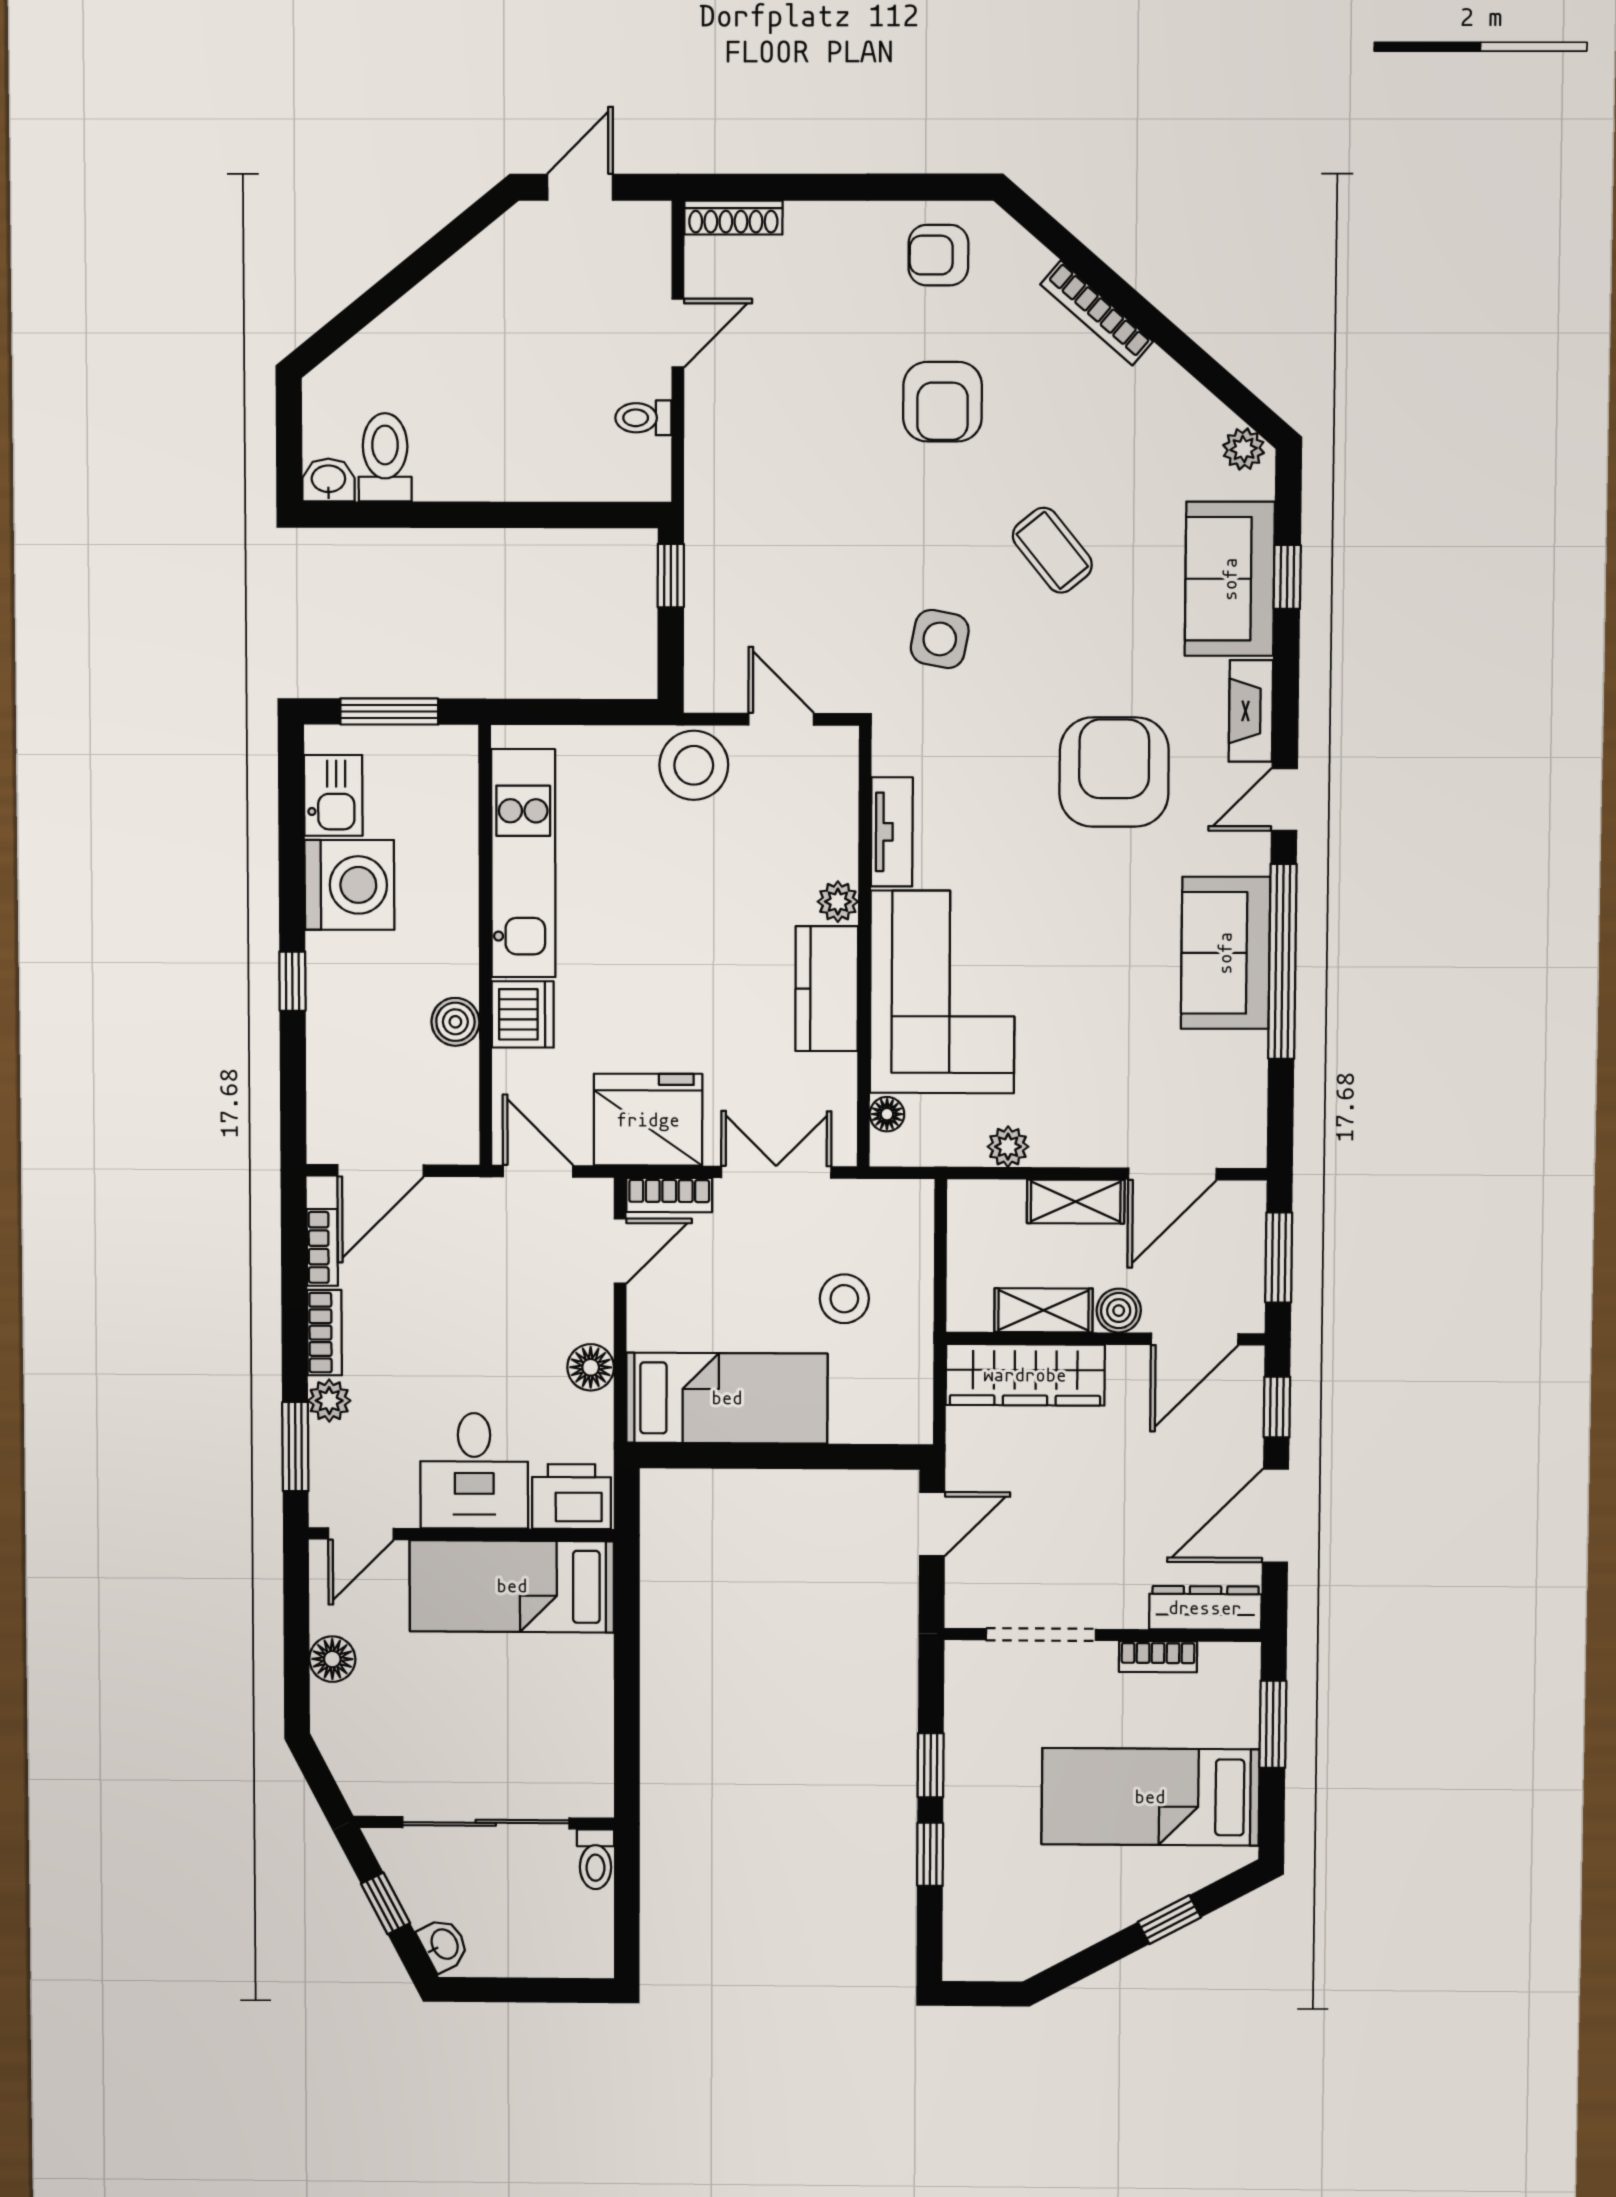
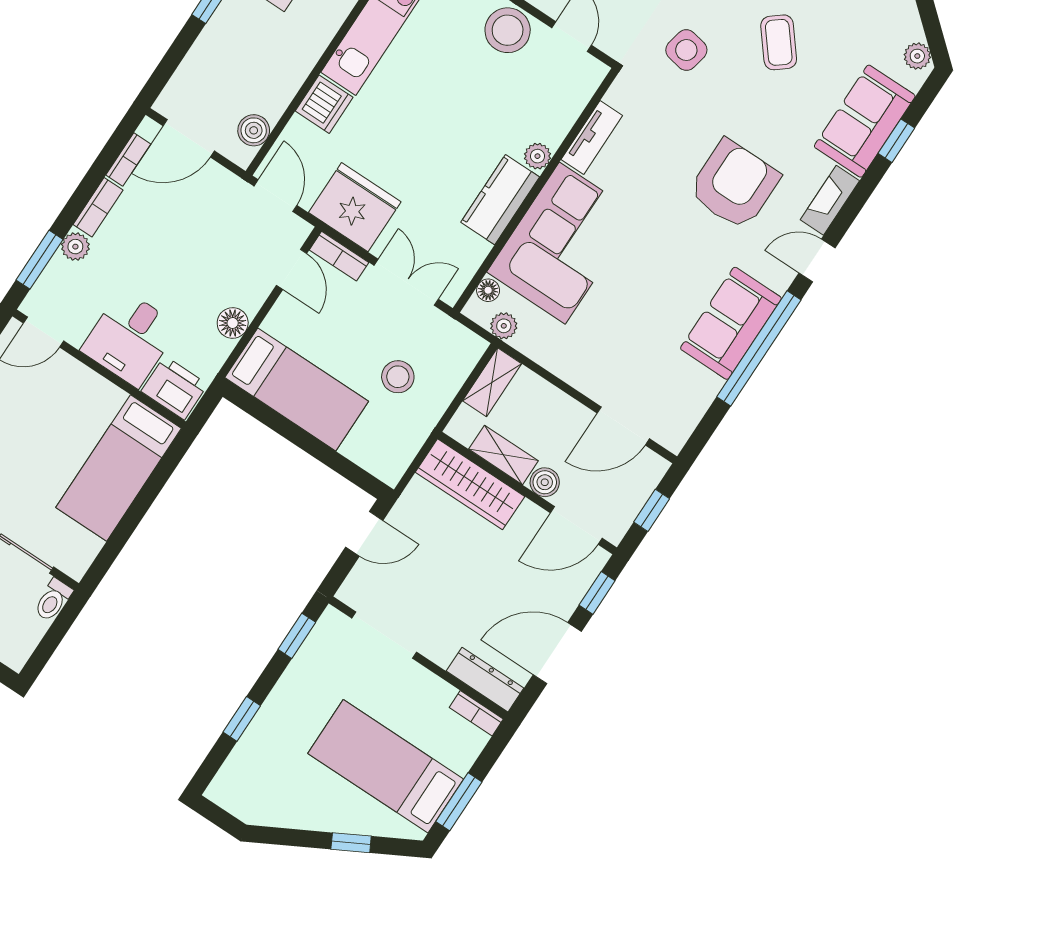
boiler: (455, 1022) -> (254, 130), moved
plant: (1008, 1147) -> (504, 326), moved
shelving: (1076, 1202) -> (492, 382), moved, turned 90
door: (620, 1251) -> (292, 269), hinge flipped
window: (1279, 1258) -> (652, 510), width x0.67
bed: (512, 1586) -> (119, 468), moved, turned -90
bookcase: (1158, 1657) -> (476, 713), moved
window: (1273, 1724) -> (459, 802), moved
window: (931, 1765) -> (297, 636), moved

